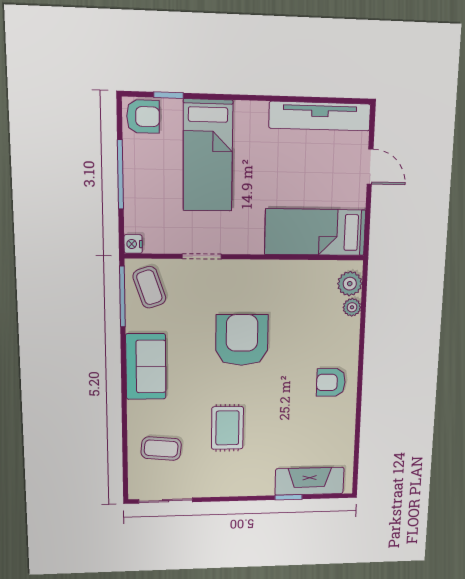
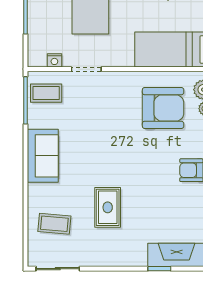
nightstand: (133, 244) -> (54, 60), moved, turned -90
coffee table: (149, 287) -> (46, 93), turned -71
armchair: (242, 340) -> (163, 108), moved, turned 90

